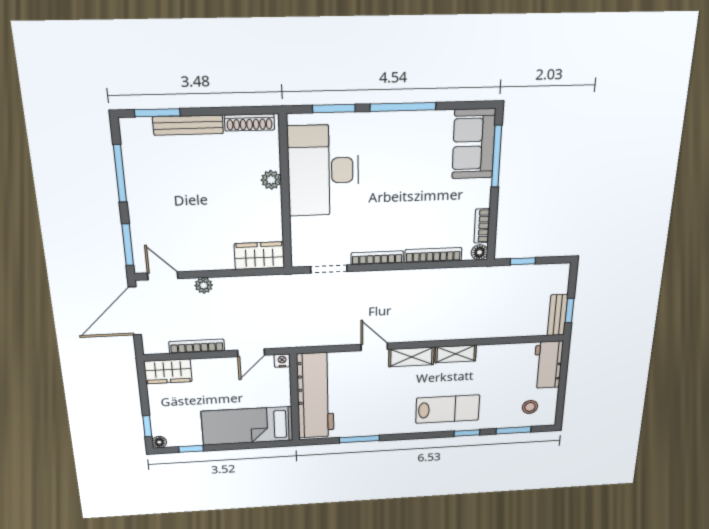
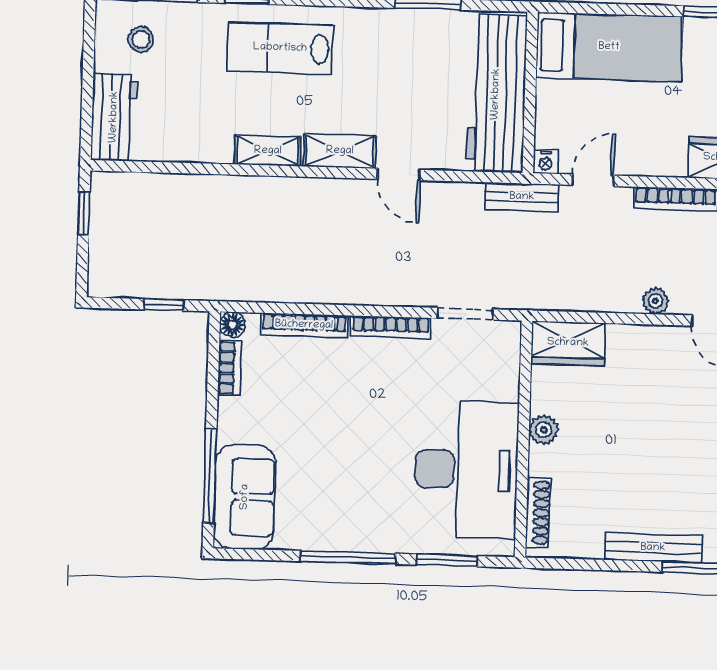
shoe rack: (249, 122) -> (538, 513), moved, turned 90
plant: (271, 180) -> (543, 430), moved
bench: (558, 315) -> (522, 197), moved, turned 90

